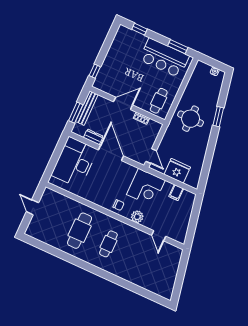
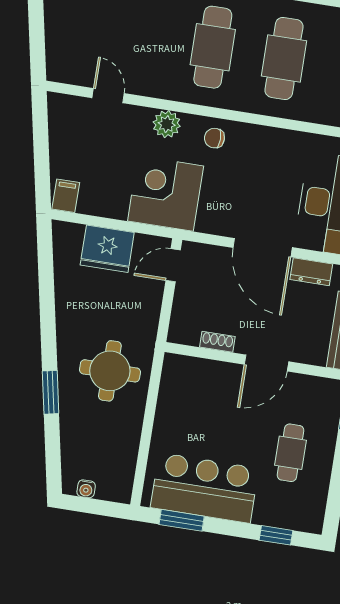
cafe table: (159, 101) -> (290, 453), moved
door: (151, 156) -> (173, 265), hinge flipped
filing cabinet: (176, 193) -> (66, 196), moved
cafe table: (108, 244) -> (213, 47), width x1.37, depth x1.35

